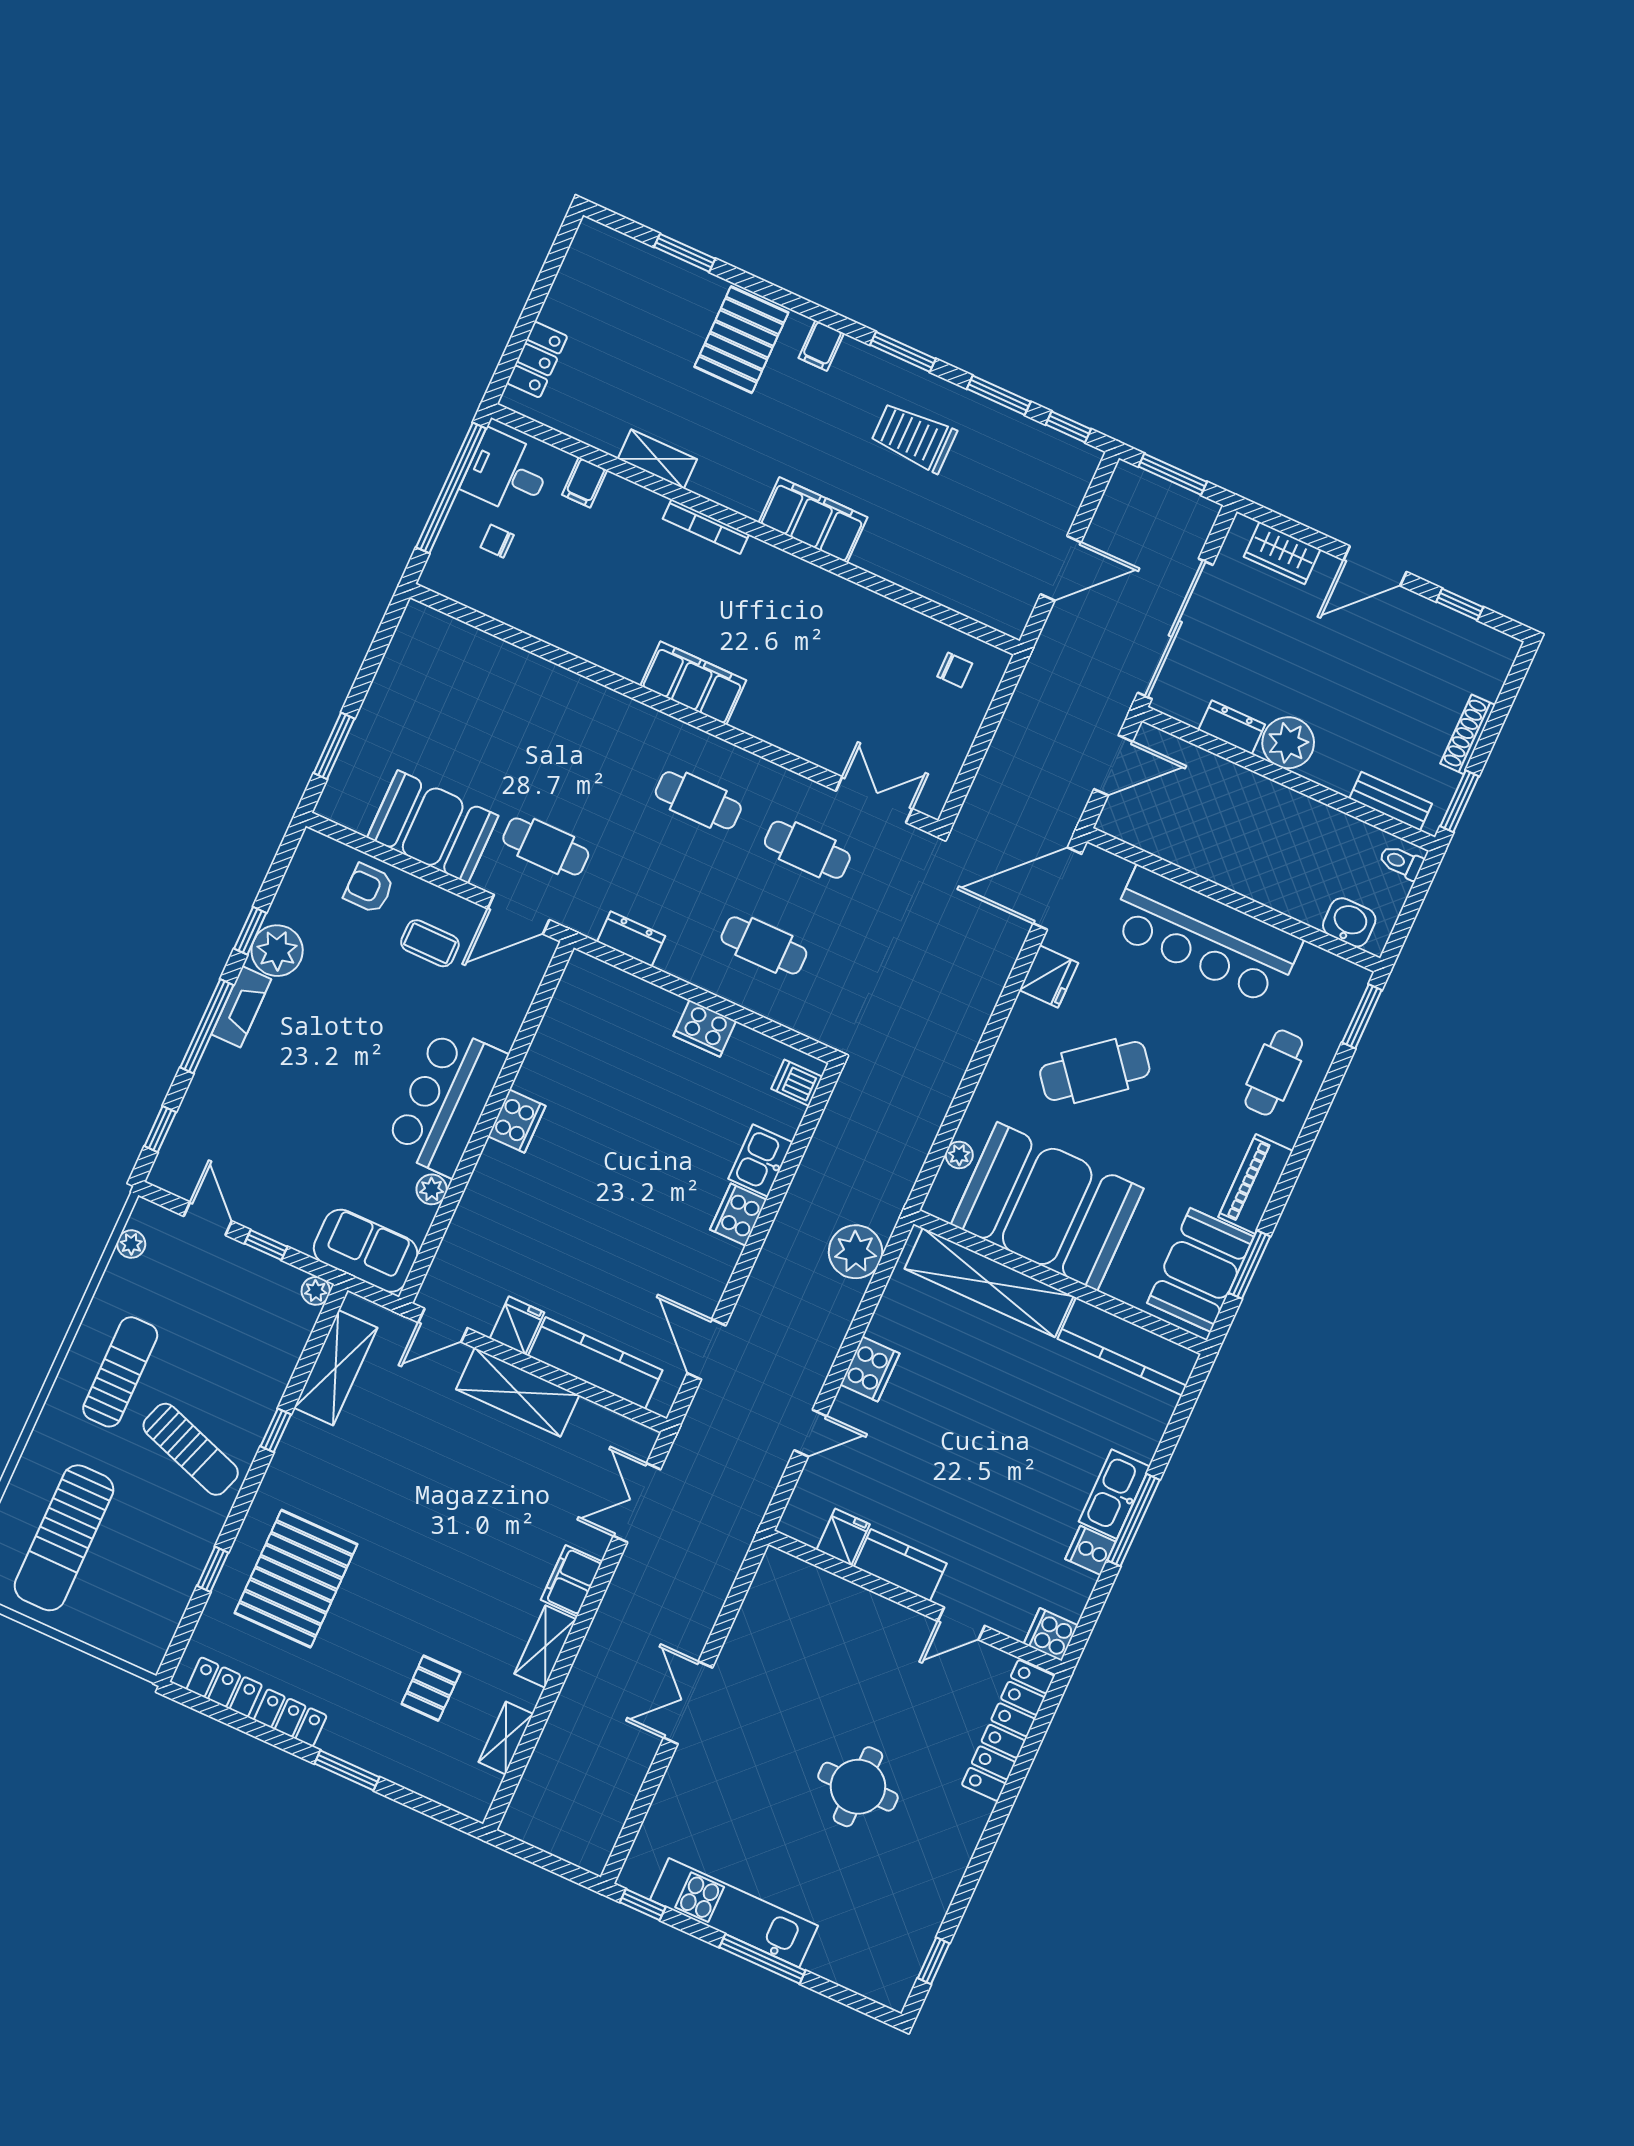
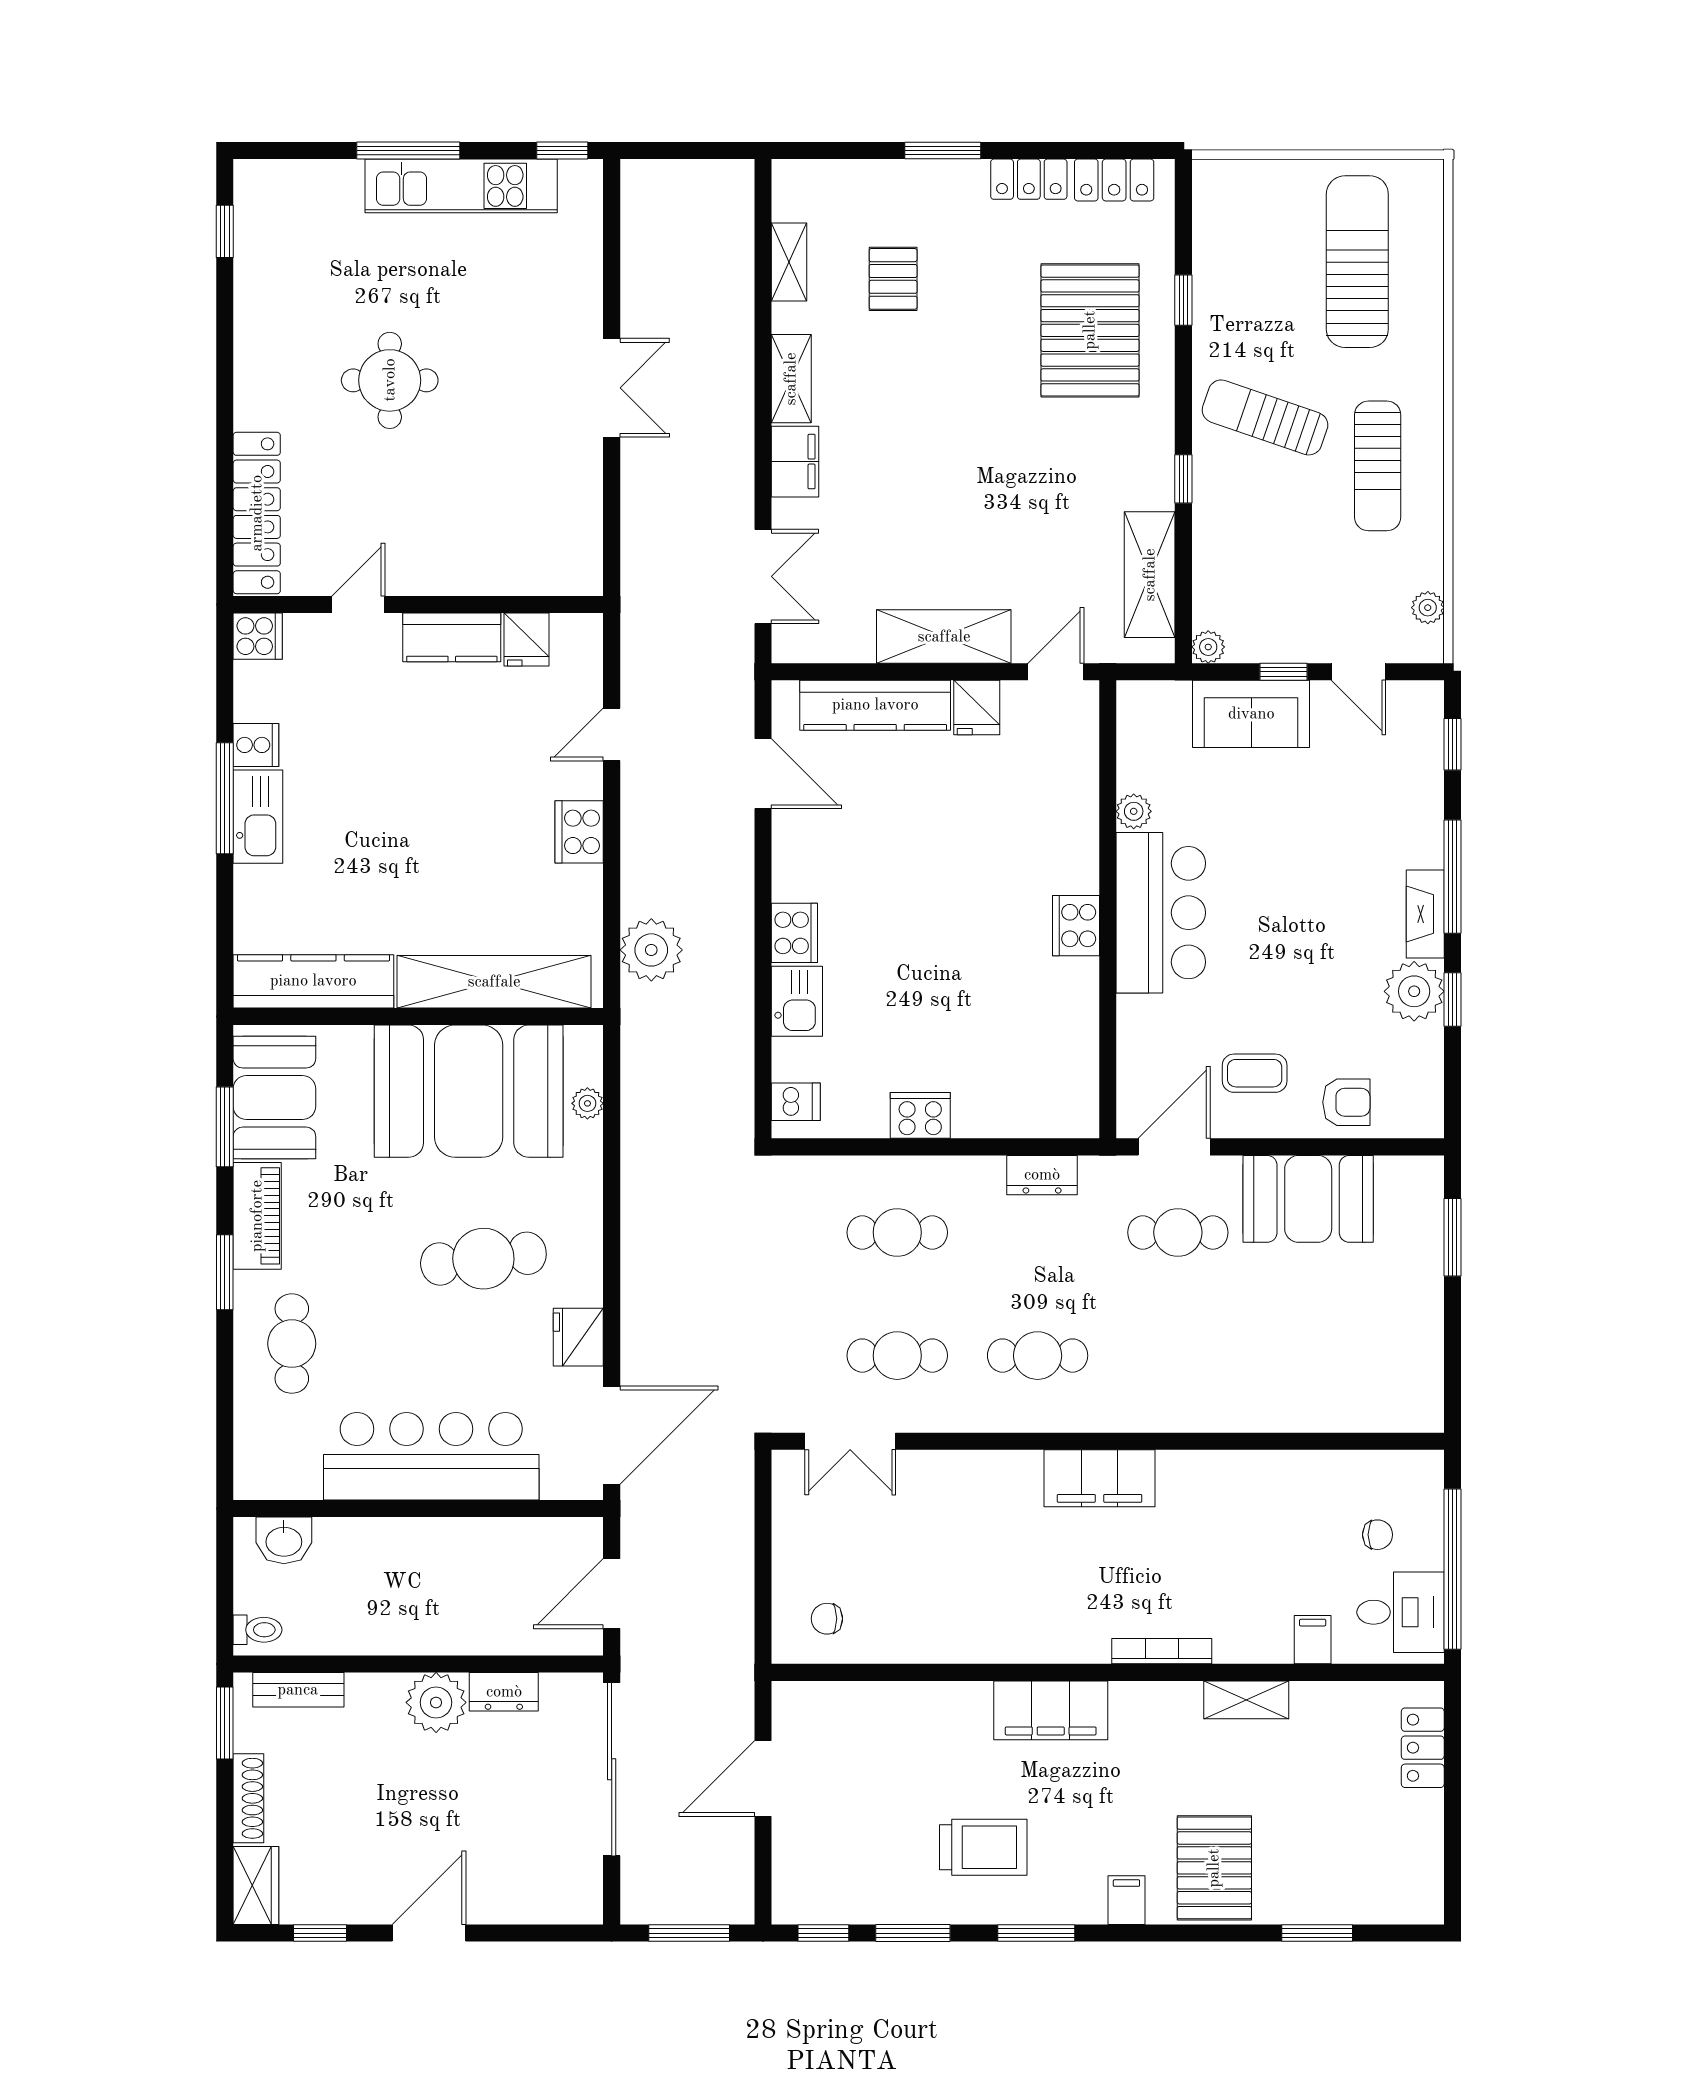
wardrobe: (1282, 553) -> (256, 1885), moved, turned 90
window: (1362, 1016) -> (225, 1272), moved
cafe table: (1095, 1071) -> (483, 1259), turned 32
sofa: (366, 1251) -> (1251, 714), moved

